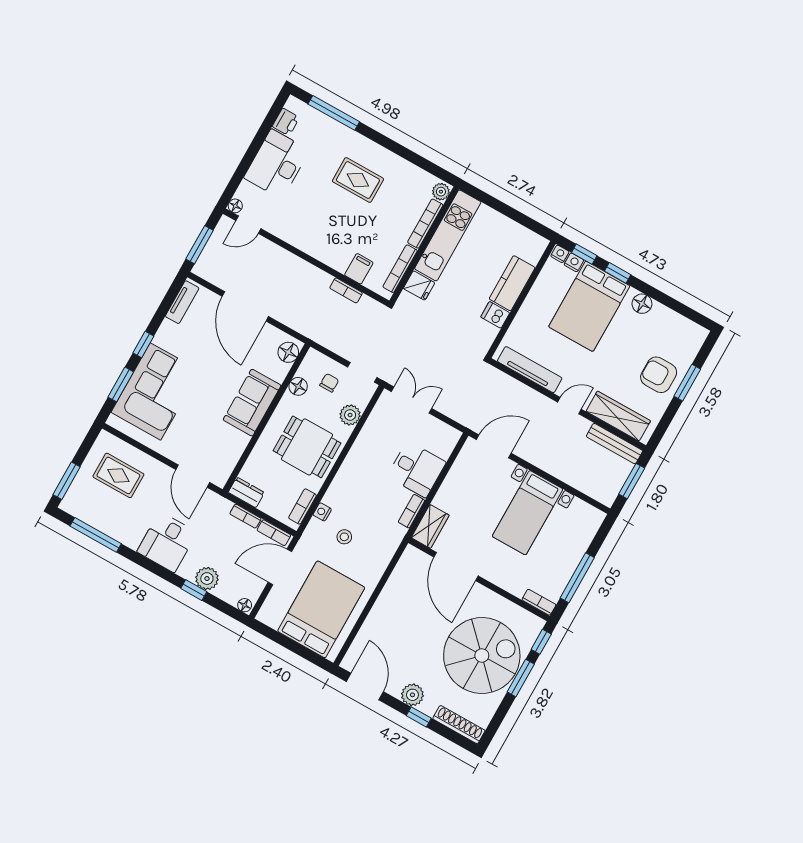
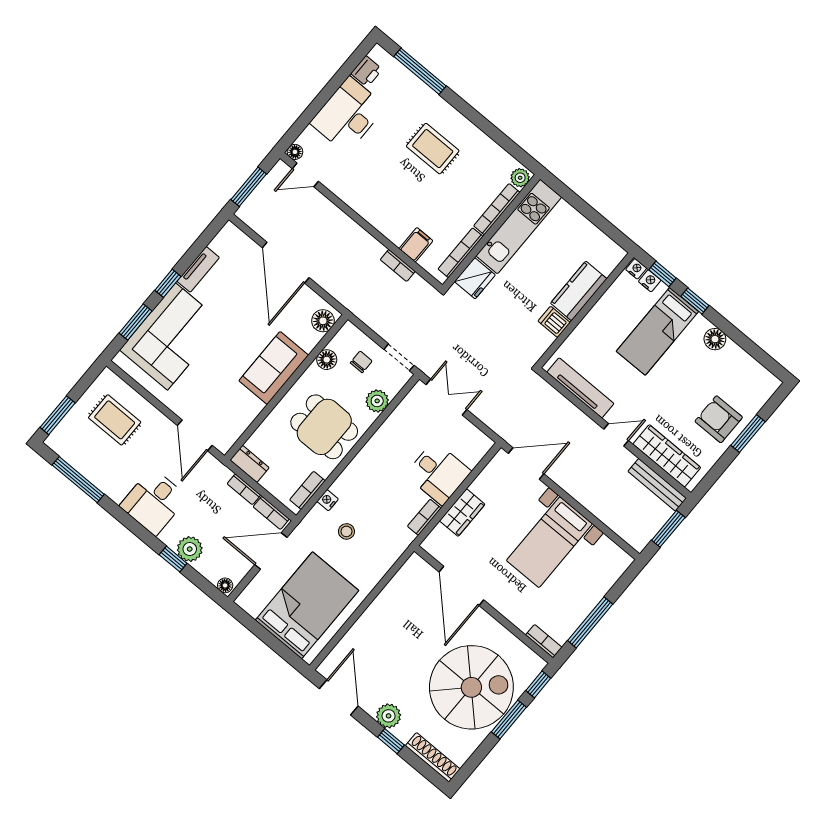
fridge: (419, 286) -> (475, 278), width x1.38
tv unit: (182, 302) -> (198, 269), moved
bed: (589, 306) -> (657, 331), width x0.67
wardrobe: (430, 526) -> (462, 513), moved

